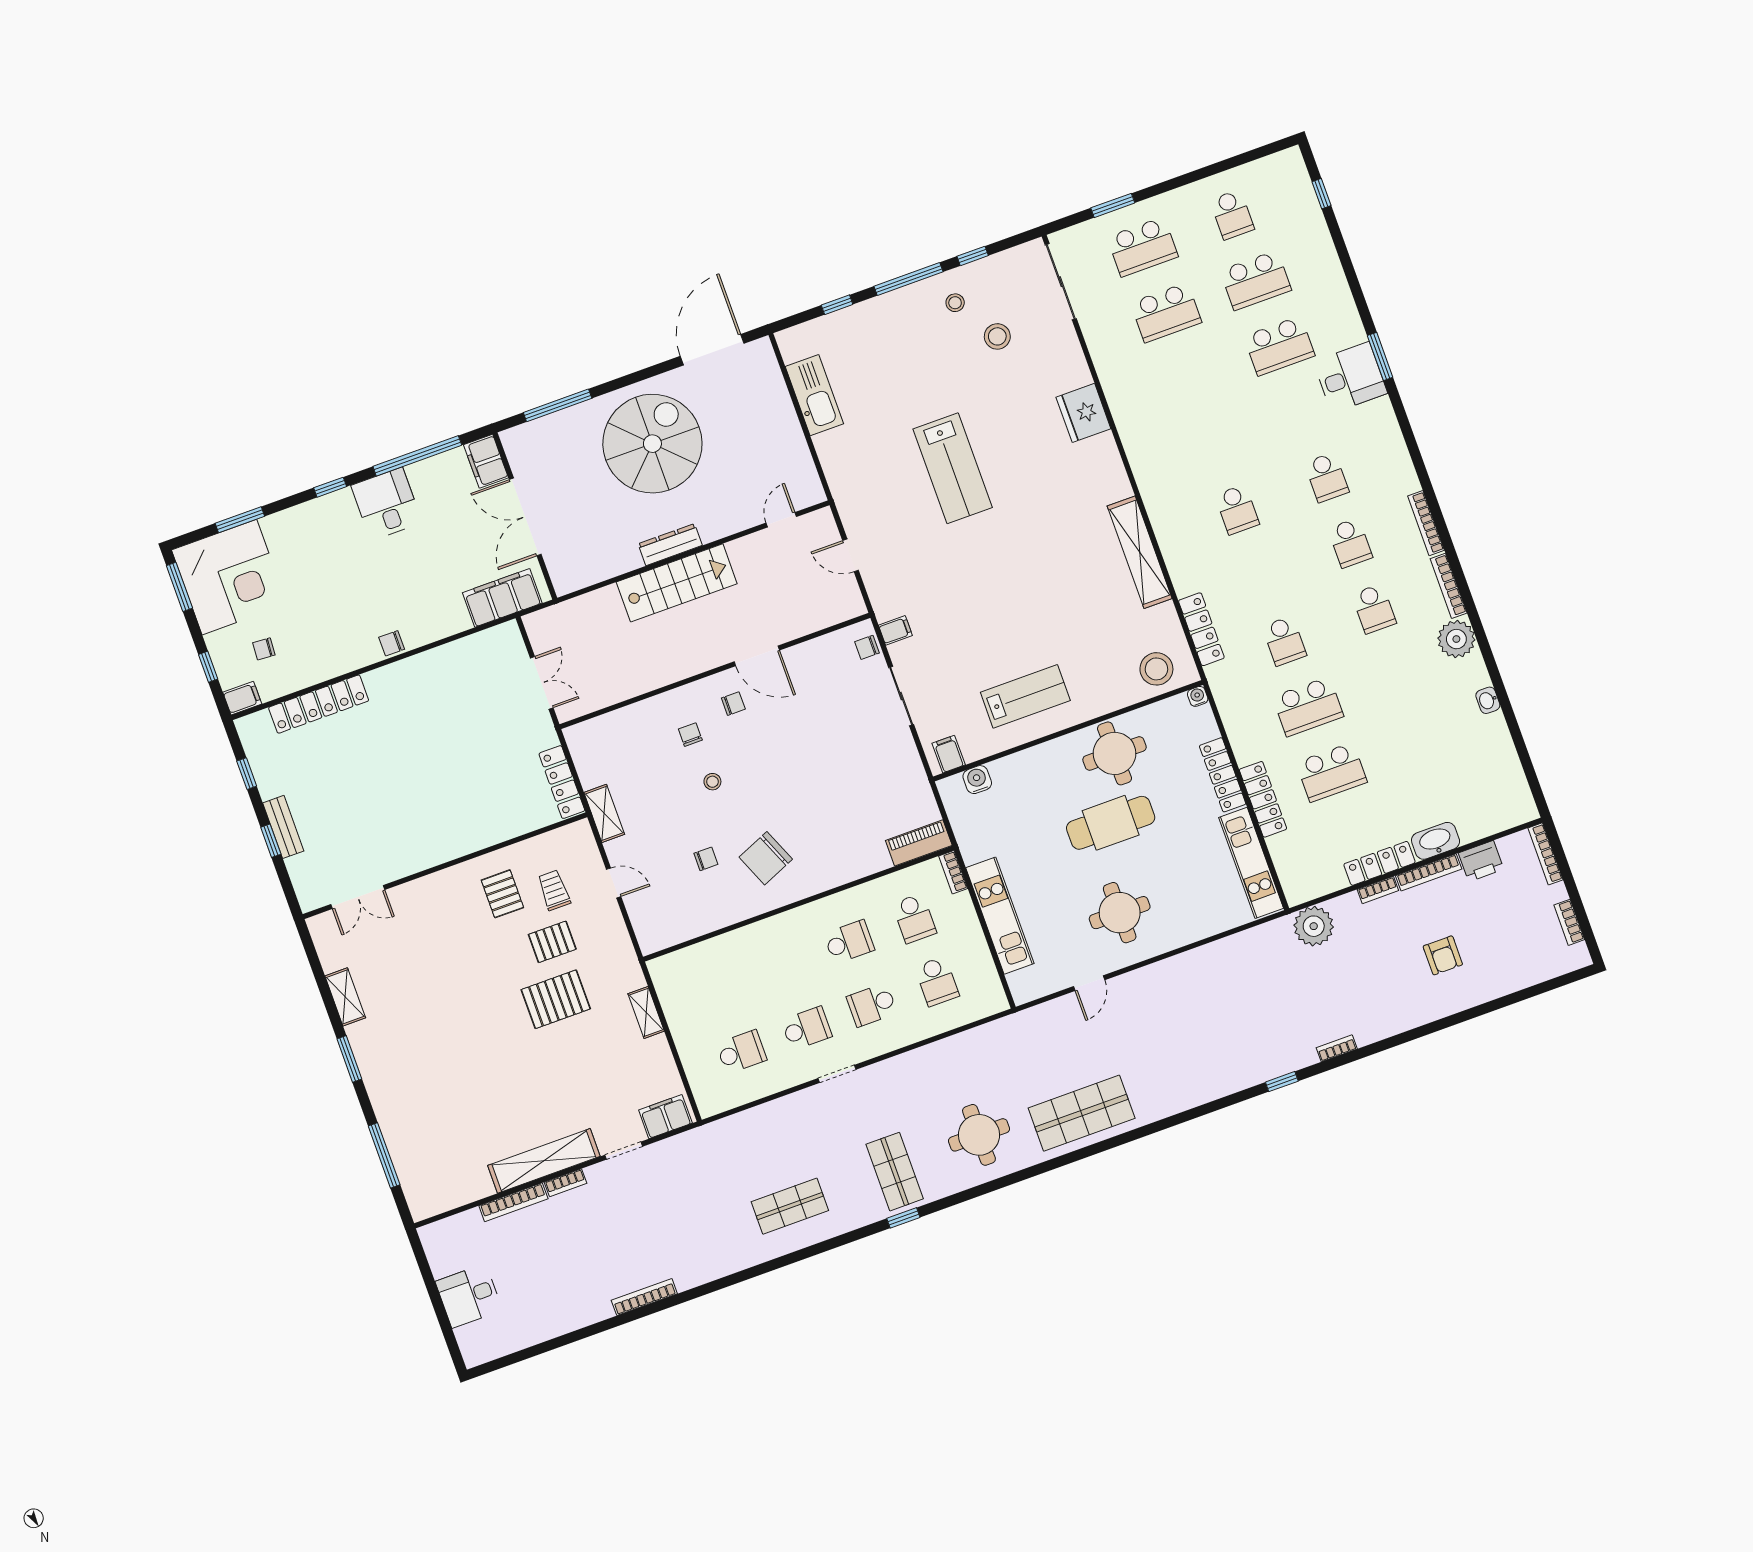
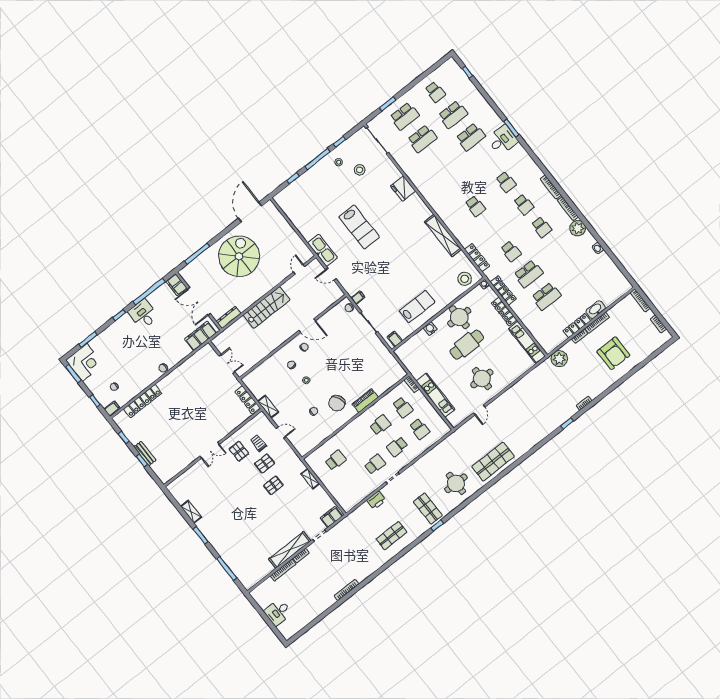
kitchen sink: (814, 395) -> (323, 250), moved
dresser: (670, 545) -> (229, 317), moved
corner desk: (229, 577) -> (85, 362), width x0.74, depth x0.74
water cooler: (977, 780) -> (430, 329), moved
locker: (1263, 799) -> (503, 290), moved
piano: (919, 843) -> (365, 401), moved
printer: (1481, 861) -> (376, 500), moved
double door: (358, 897) -> (210, 450), moved
armchair: (1443, 955) -> (613, 353), width x1.88, depth x1.88
pallet: (556, 999) -> (273, 485), width x0.67, depth x0.71
school desk: (741, 1052) -> (336, 460), moved

